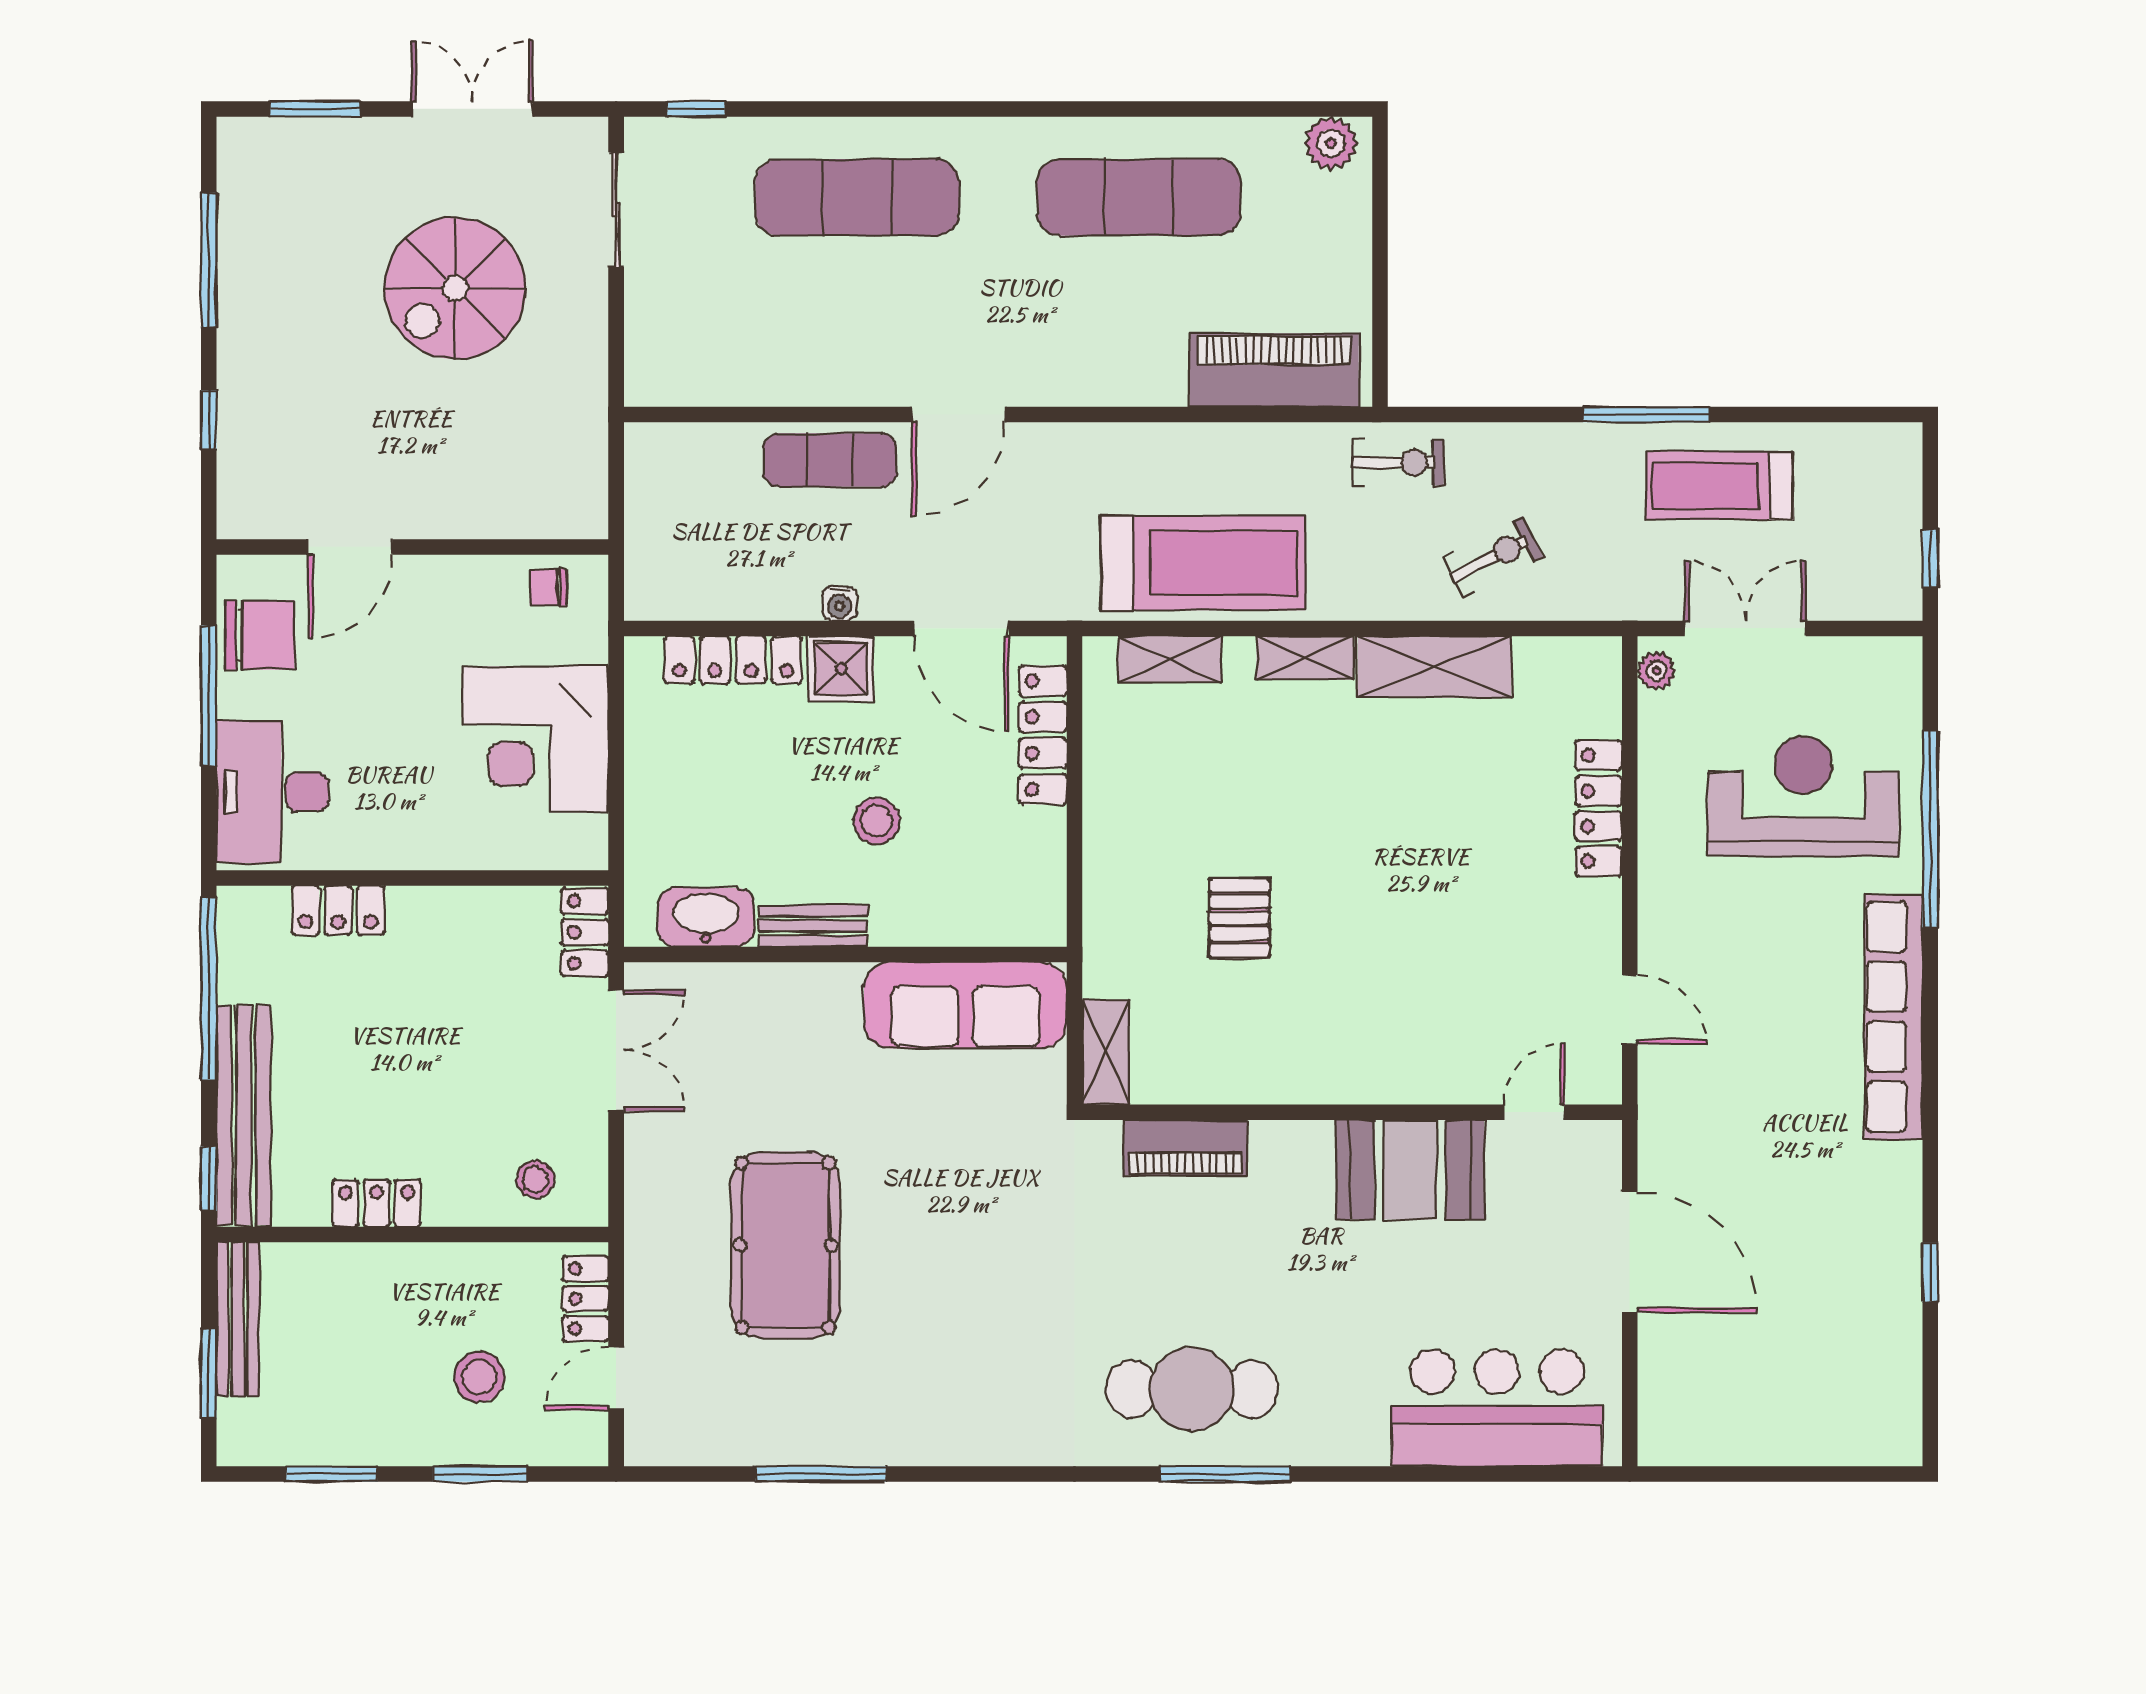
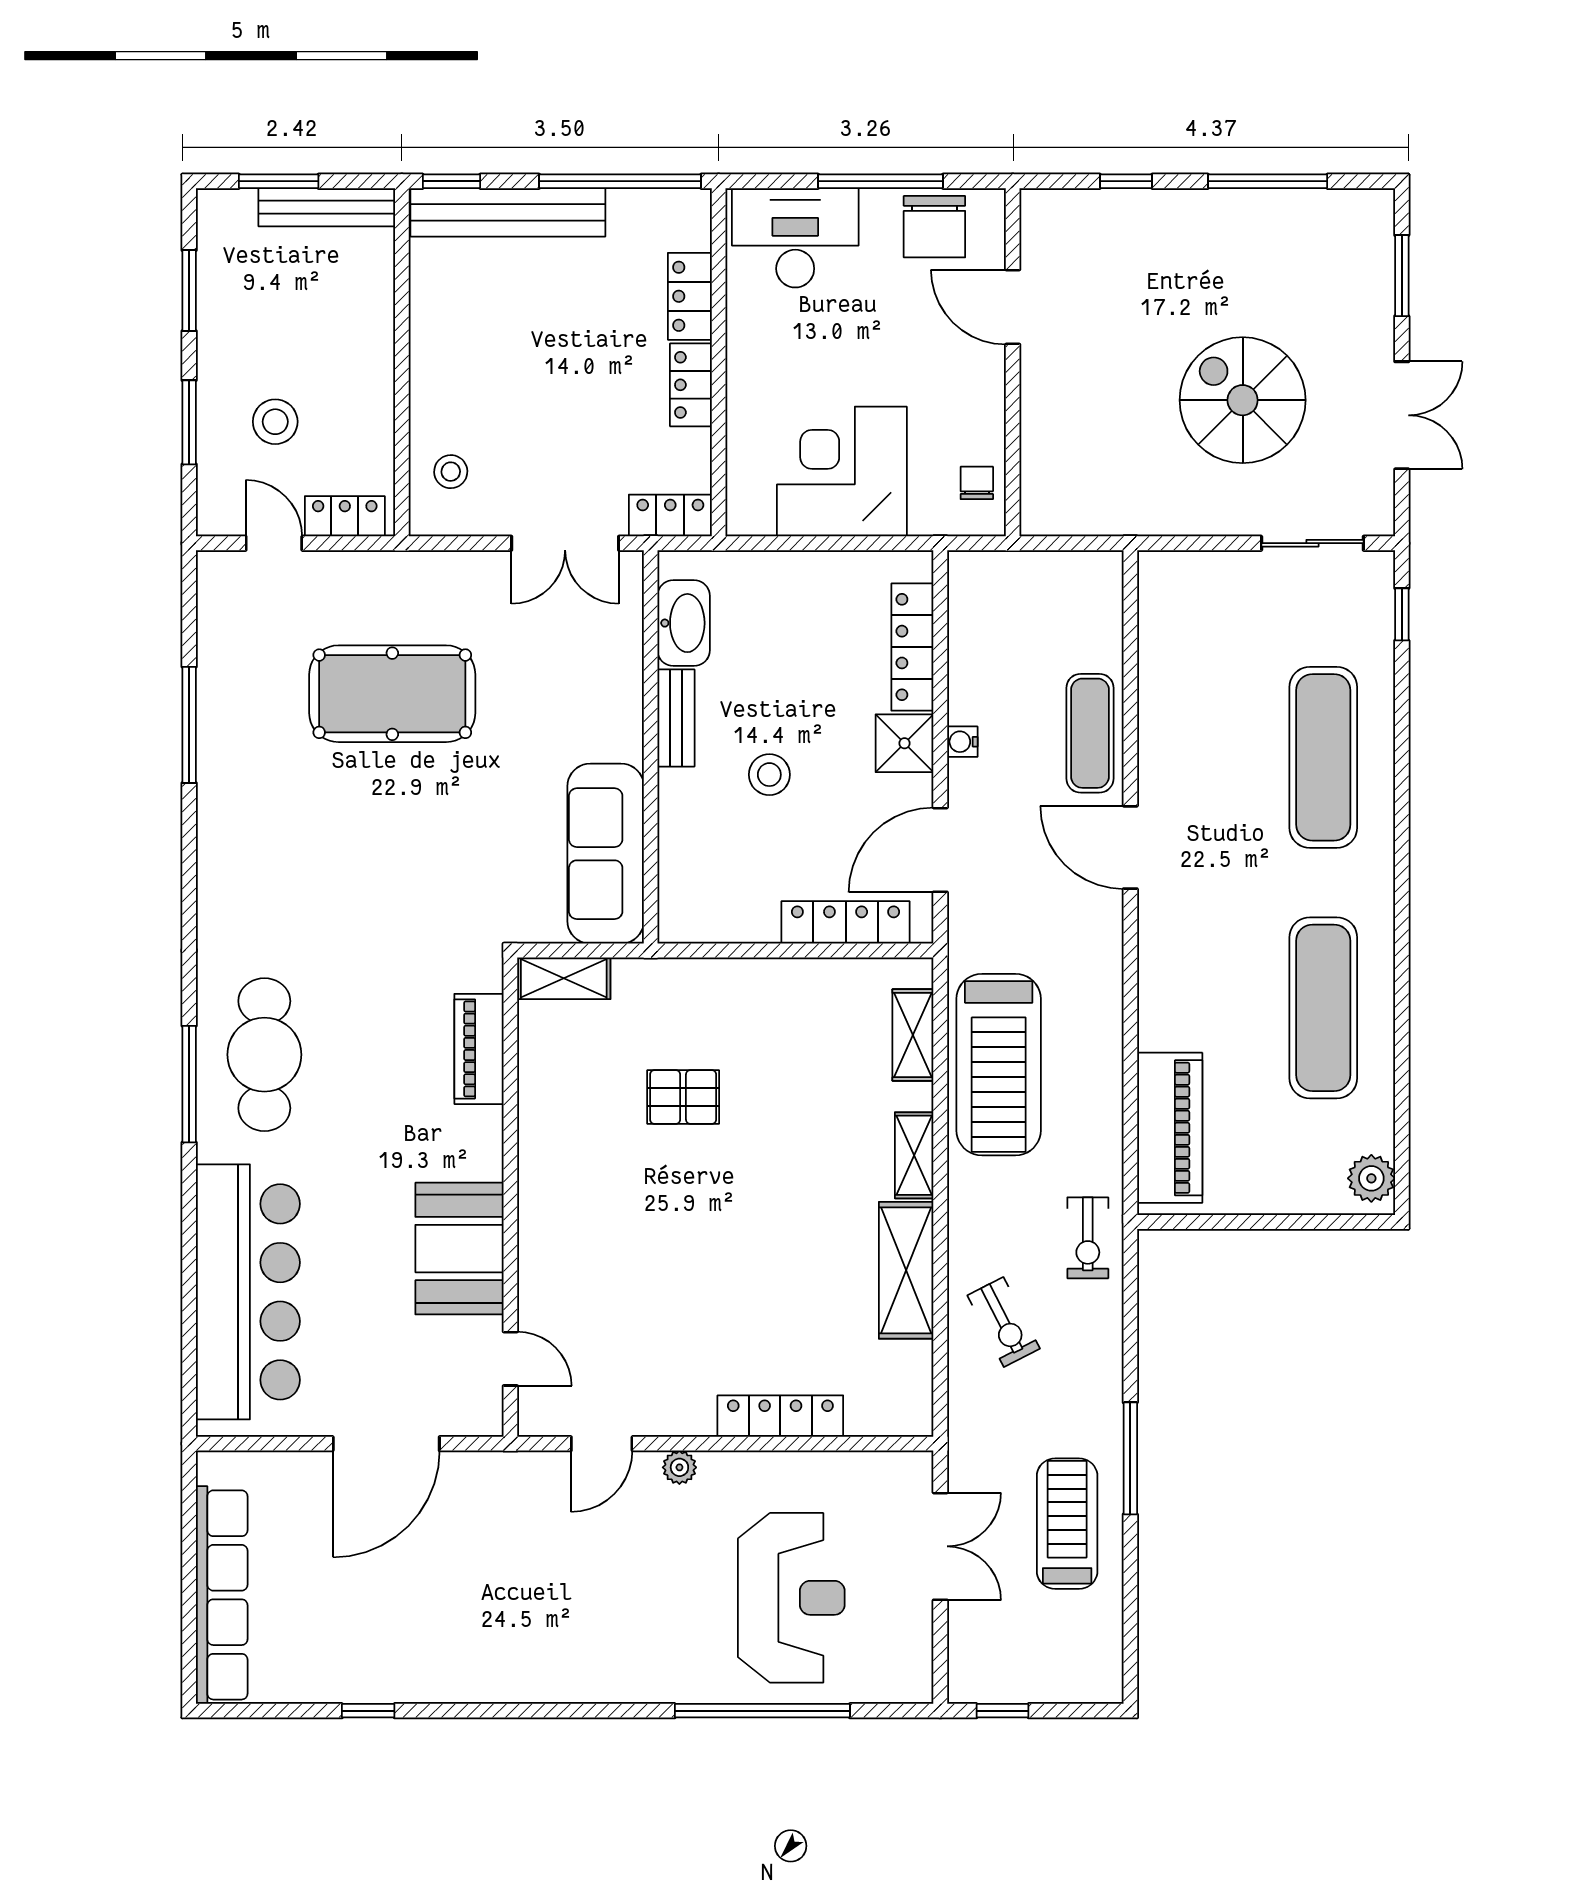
plant: (1656, 671) -> (679, 1467), moved
row of seats: (1893, 1017) -> (222, 1595), moved, turned 90
locker: (377, 1203) -> (691, 385), moved, turned 180
bar counter: (1497, 1408) -> (248, 1292), width x1.36

